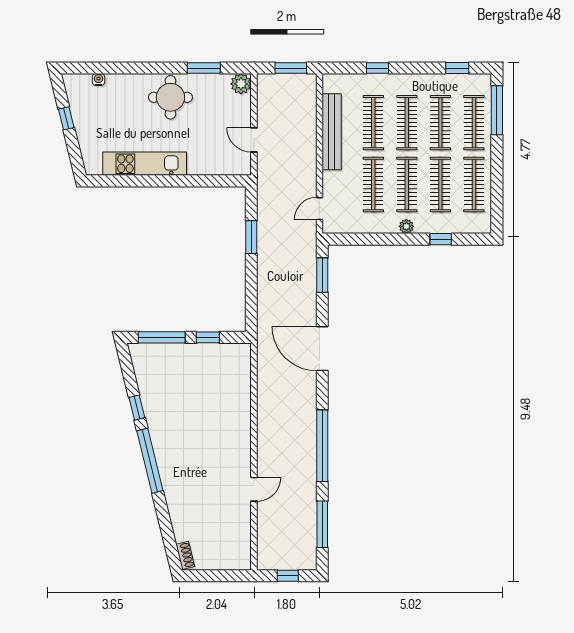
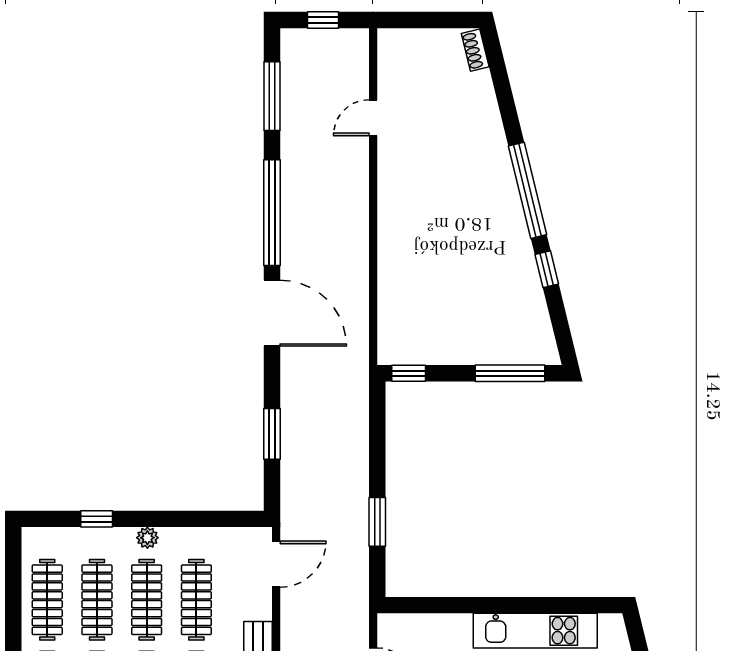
door: (319, 209) -> (276, 564), width x1.38
window: (322, 275) -> (272, 434), moved
window: (208, 337) -> (409, 373), moved
door: (322, 349) -> (272, 313), moved
door: (254, 489) -> (373, 118), moved

